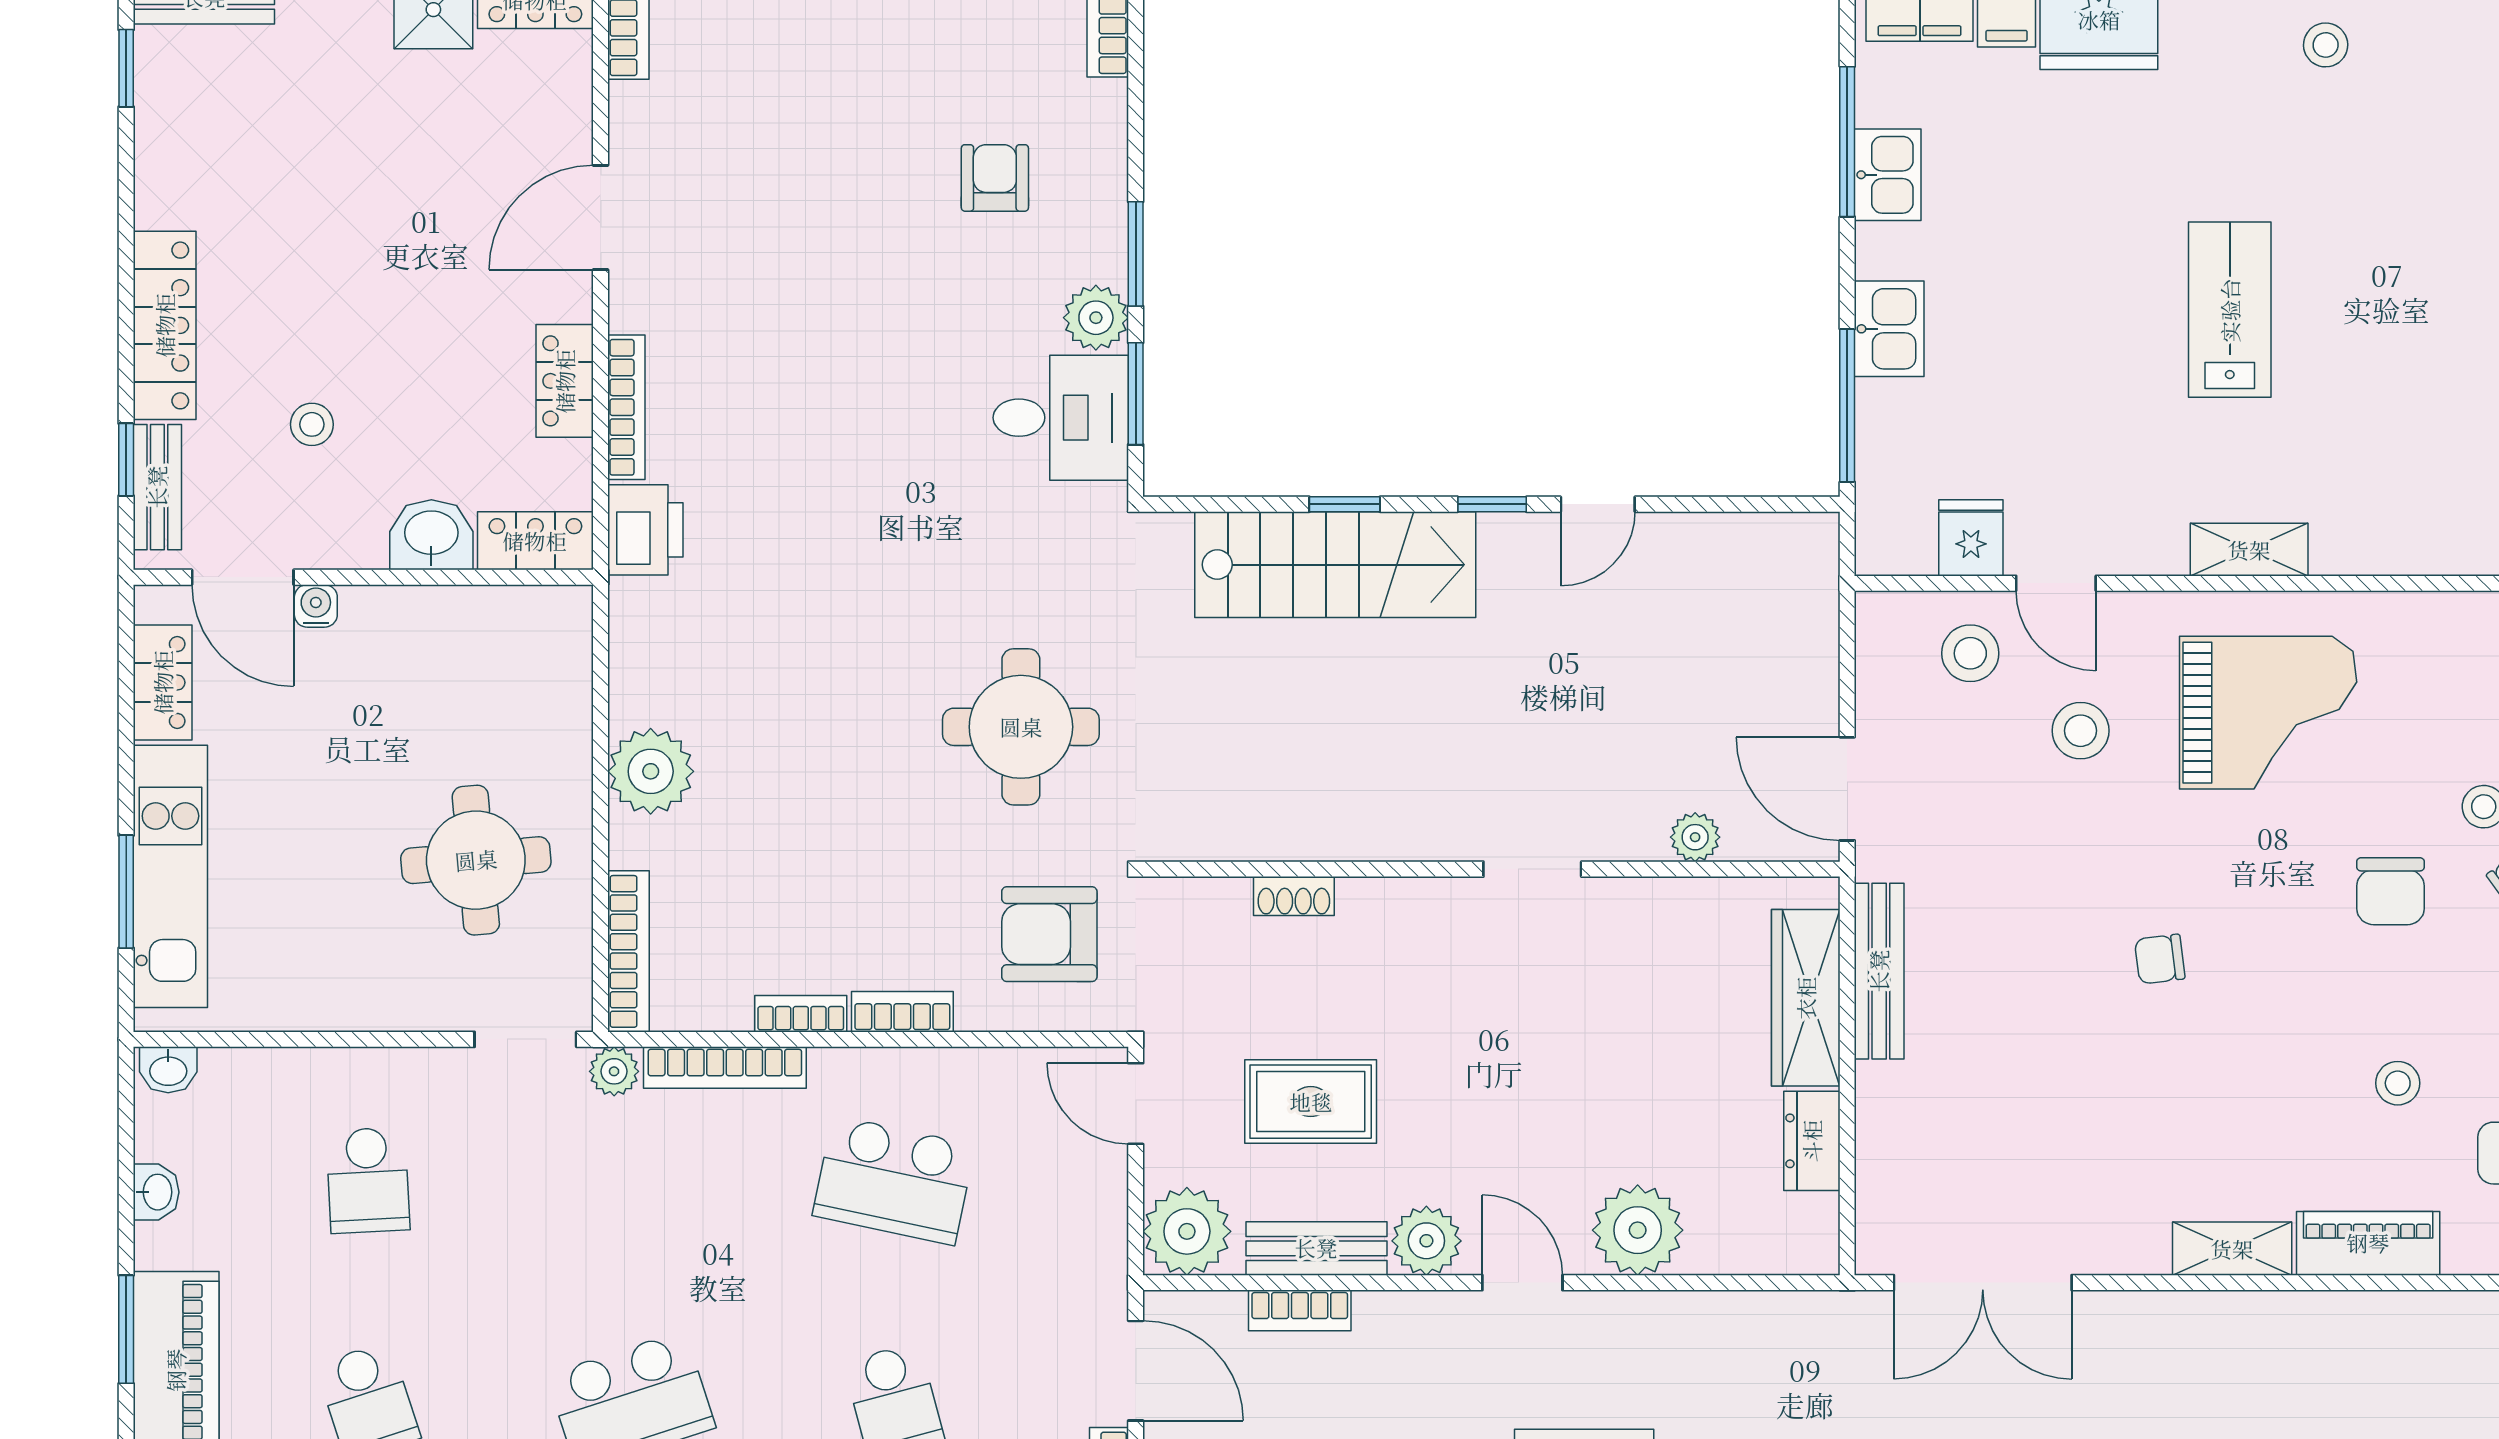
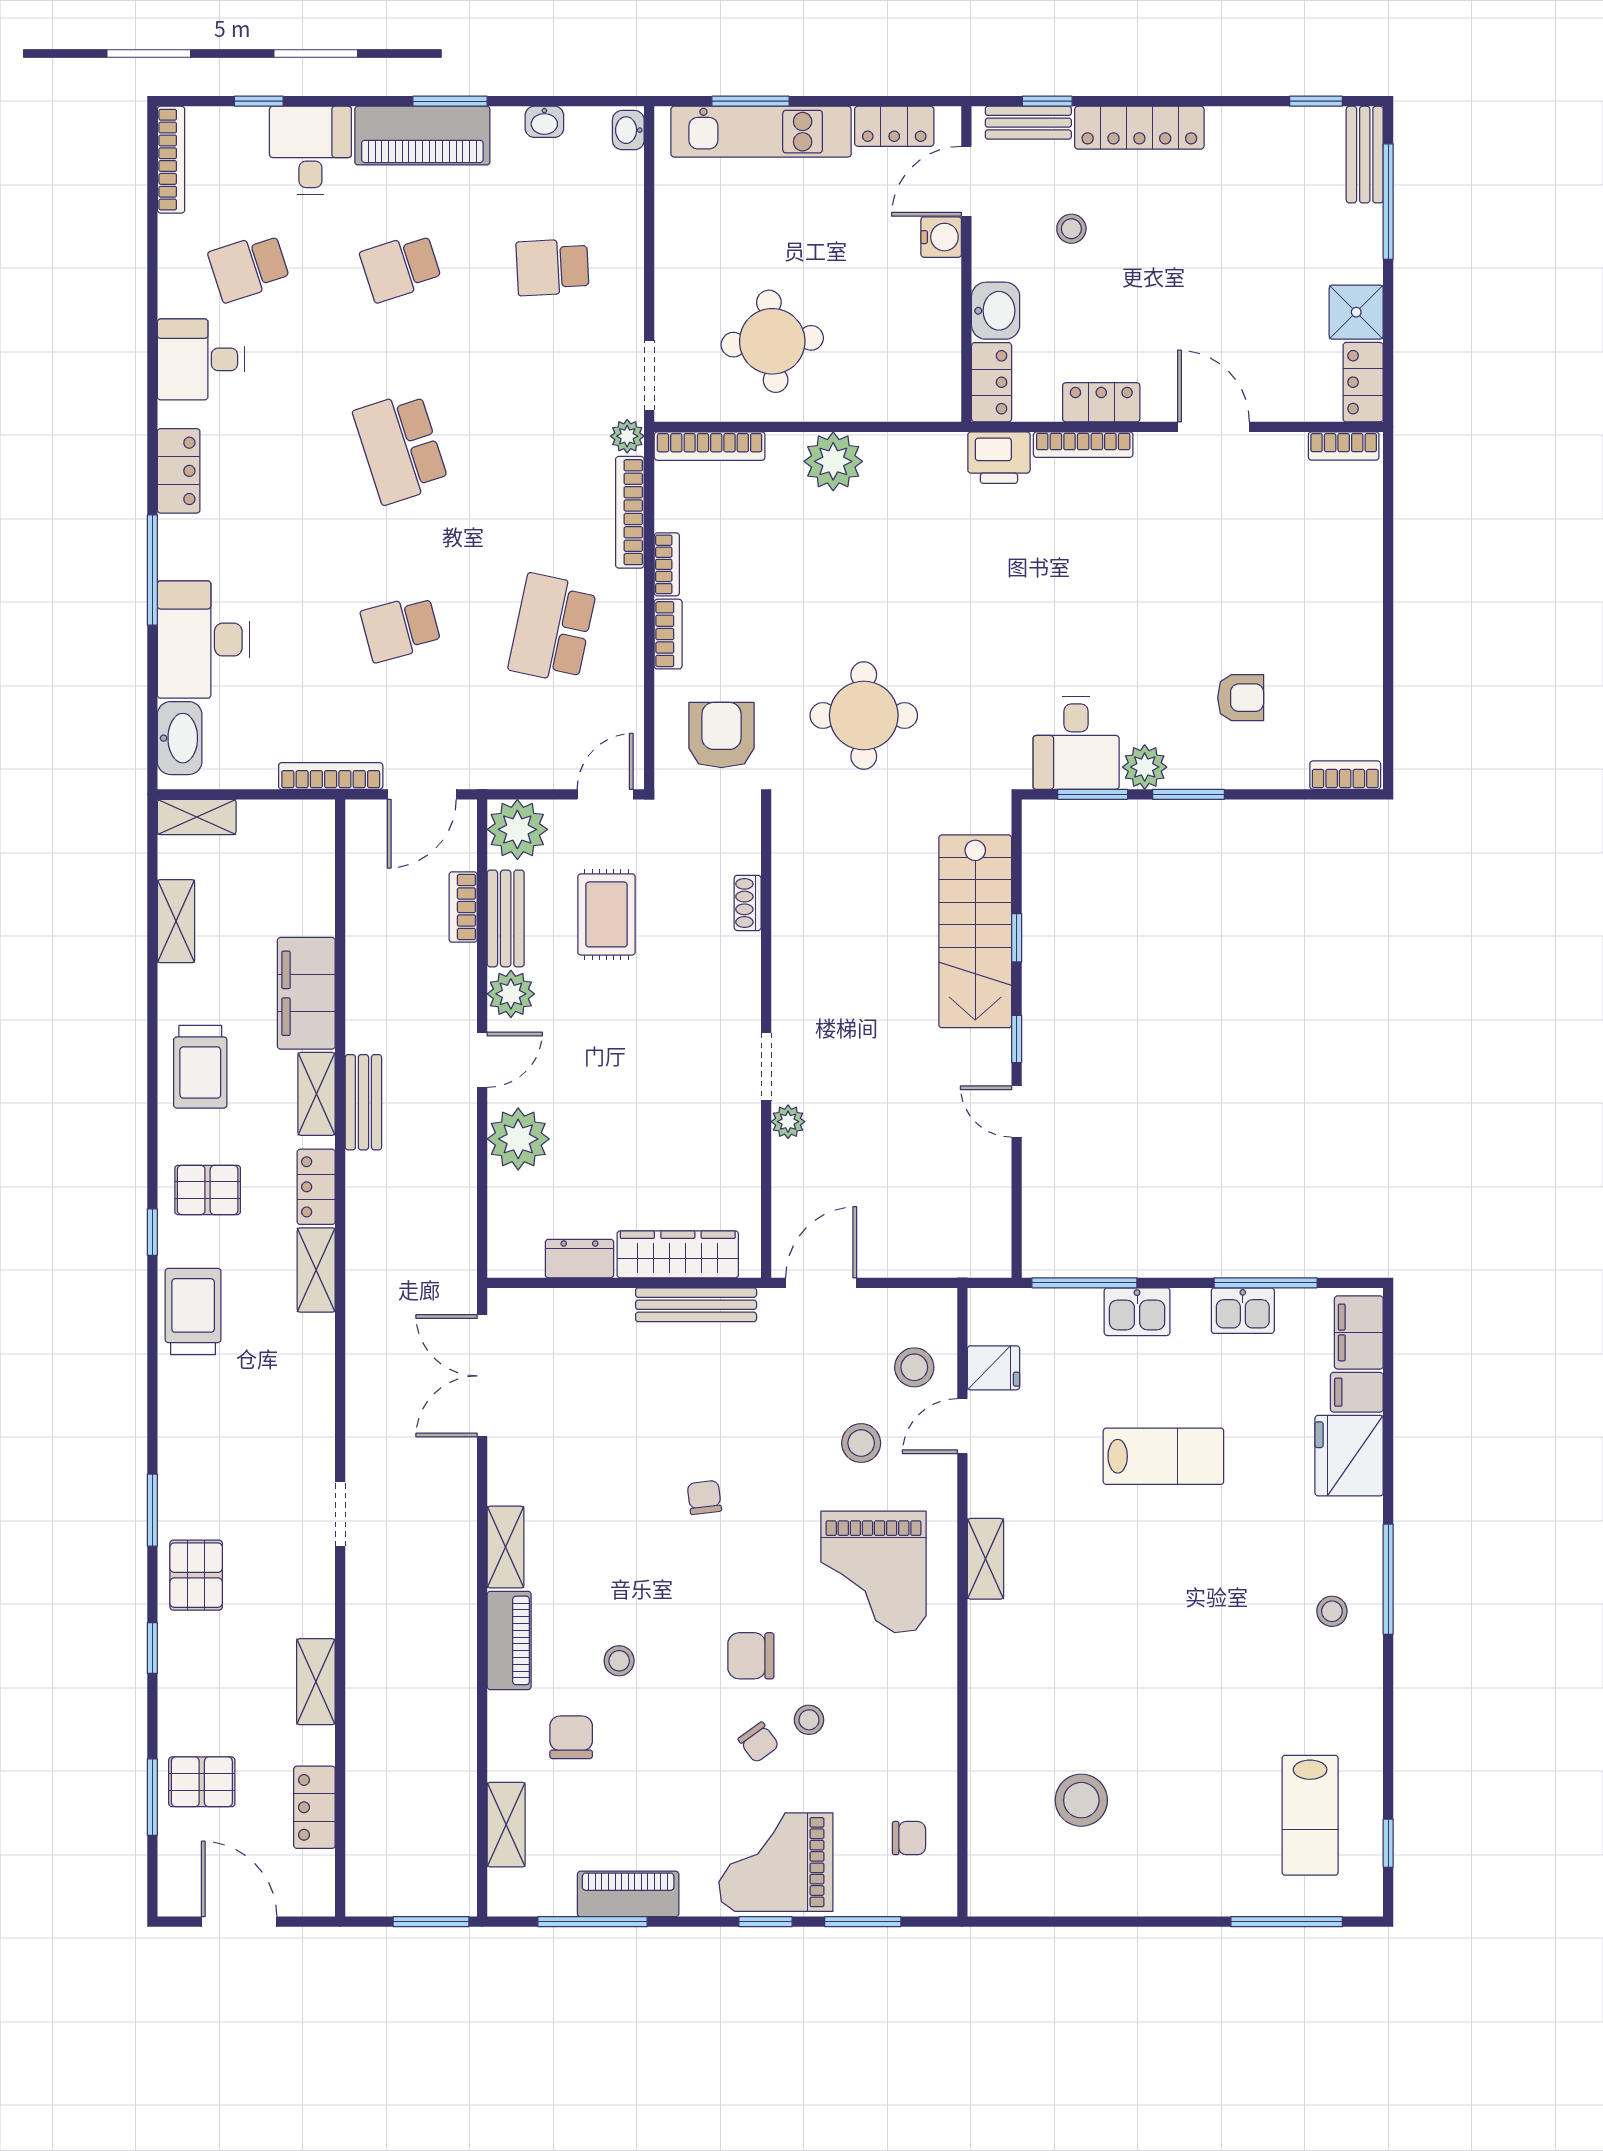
lab bench: (2230, 310) -> (1163, 1456), moved
water cooler: (316, 606) -> (941, 237), width x1.38, depth x1.38
plant: (1695, 837) -> (788, 1122), moved

